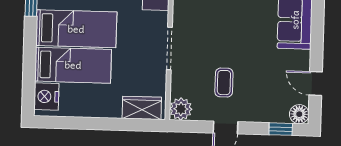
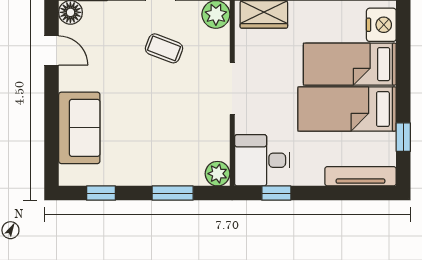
coffee table: (224, 83) -> (164, 48), turned -69

